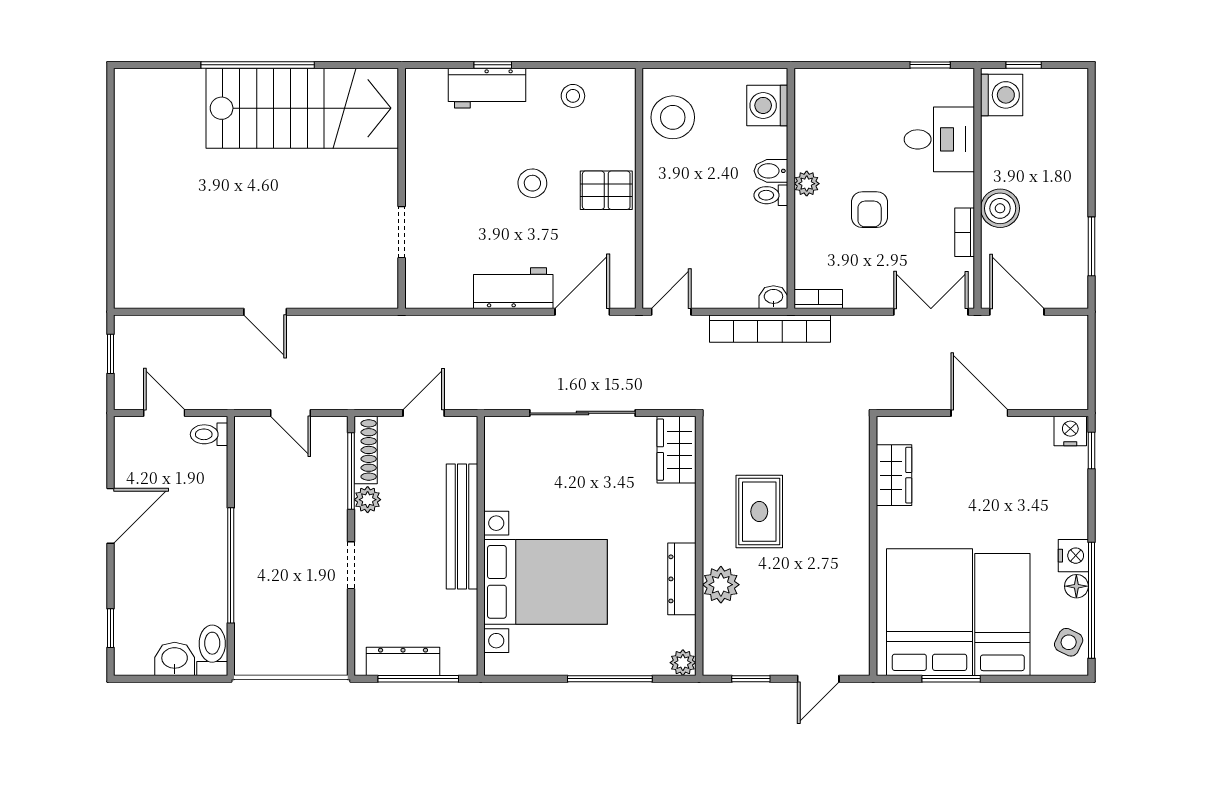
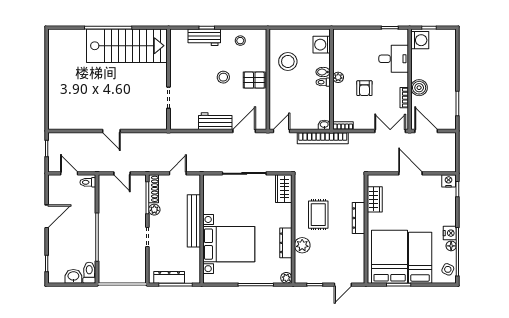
stool: (673, 117) -> (288, 61), moved
dresser: (855, 520) -> (358, 218), added

